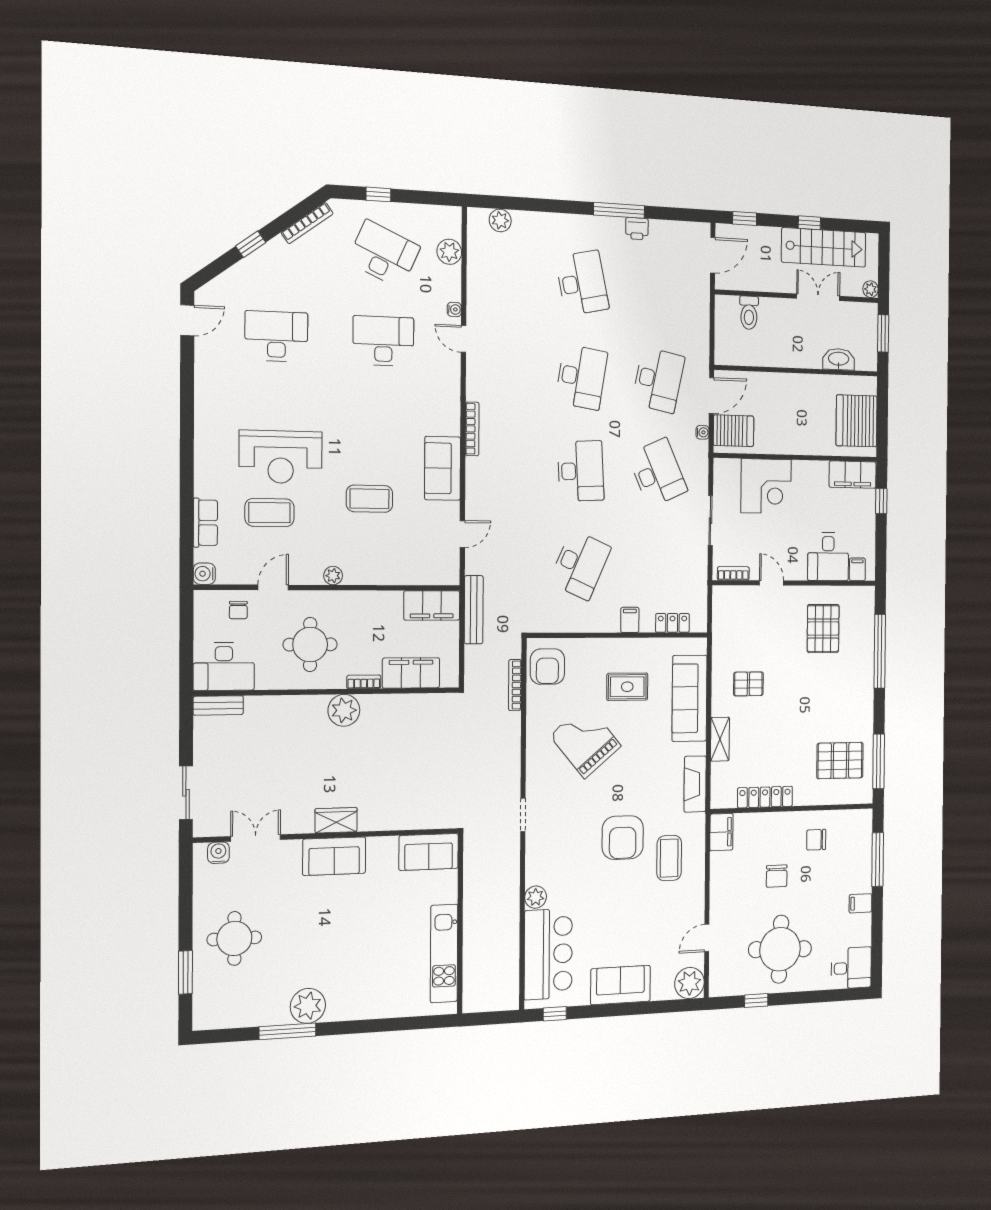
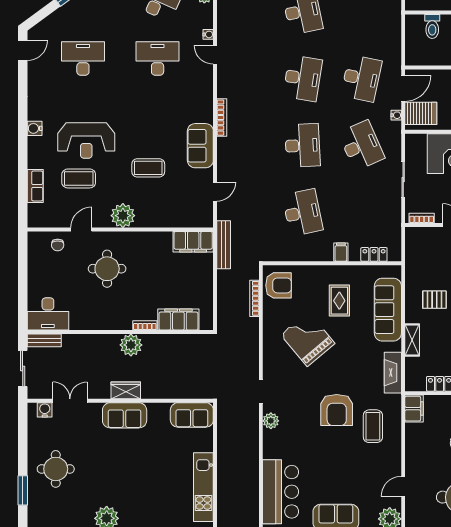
desk: (580, 565) -> (303, 213), turned -36
water cooler: (204, 574) -> (35, 128), moved
plant: (333, 576) -> (123, 216), width x1.87, depth x1.87
desk: (224, 667) -> (48, 314), moved
armchair: (547, 667) -> (279, 285), turned -90
filing cabinet: (411, 673) -> (178, 320), moved
bookcase: (364, 682) -> (145, 325), moved
rug: (627, 687) -> (339, 301), turned 90
wall: (329, 692) -> (120, 332), moved
bench: (218, 705) -> (44, 340), moved
plant: (344, 710) -> (131, 345), moved
plant: (536, 897) -> (271, 421), moved

